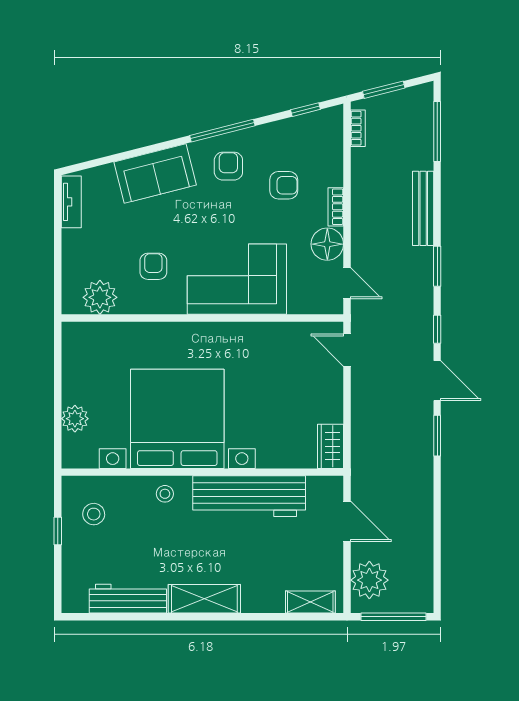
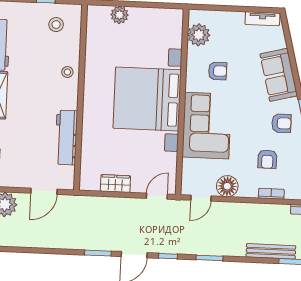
bookcase: (336, 207) -> (271, 194), moved
bench: (423, 208) -> (271, 251), moved
bed with nightstands: (177, 419) -> (147, 99), moved, turned 180
wardrobe: (331, 446) -> (115, 183), moved
workbench: (249, 496) -> (66, 138), width x0.73, depth x0.76

